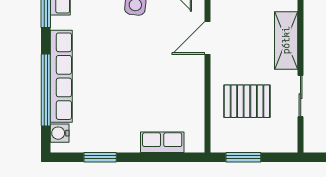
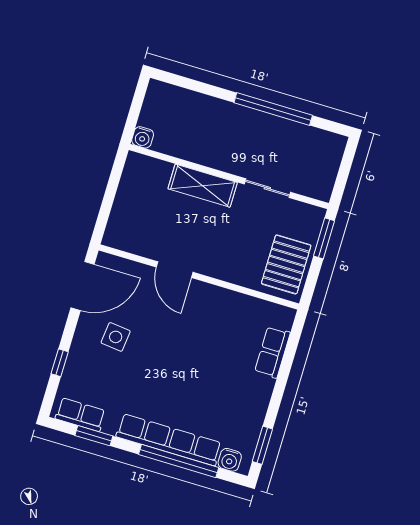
pallet: (247, 101) -> (286, 264), moved
window: (100, 157) -> (262, 445), moved
window: (243, 157) -> (324, 238), moved

